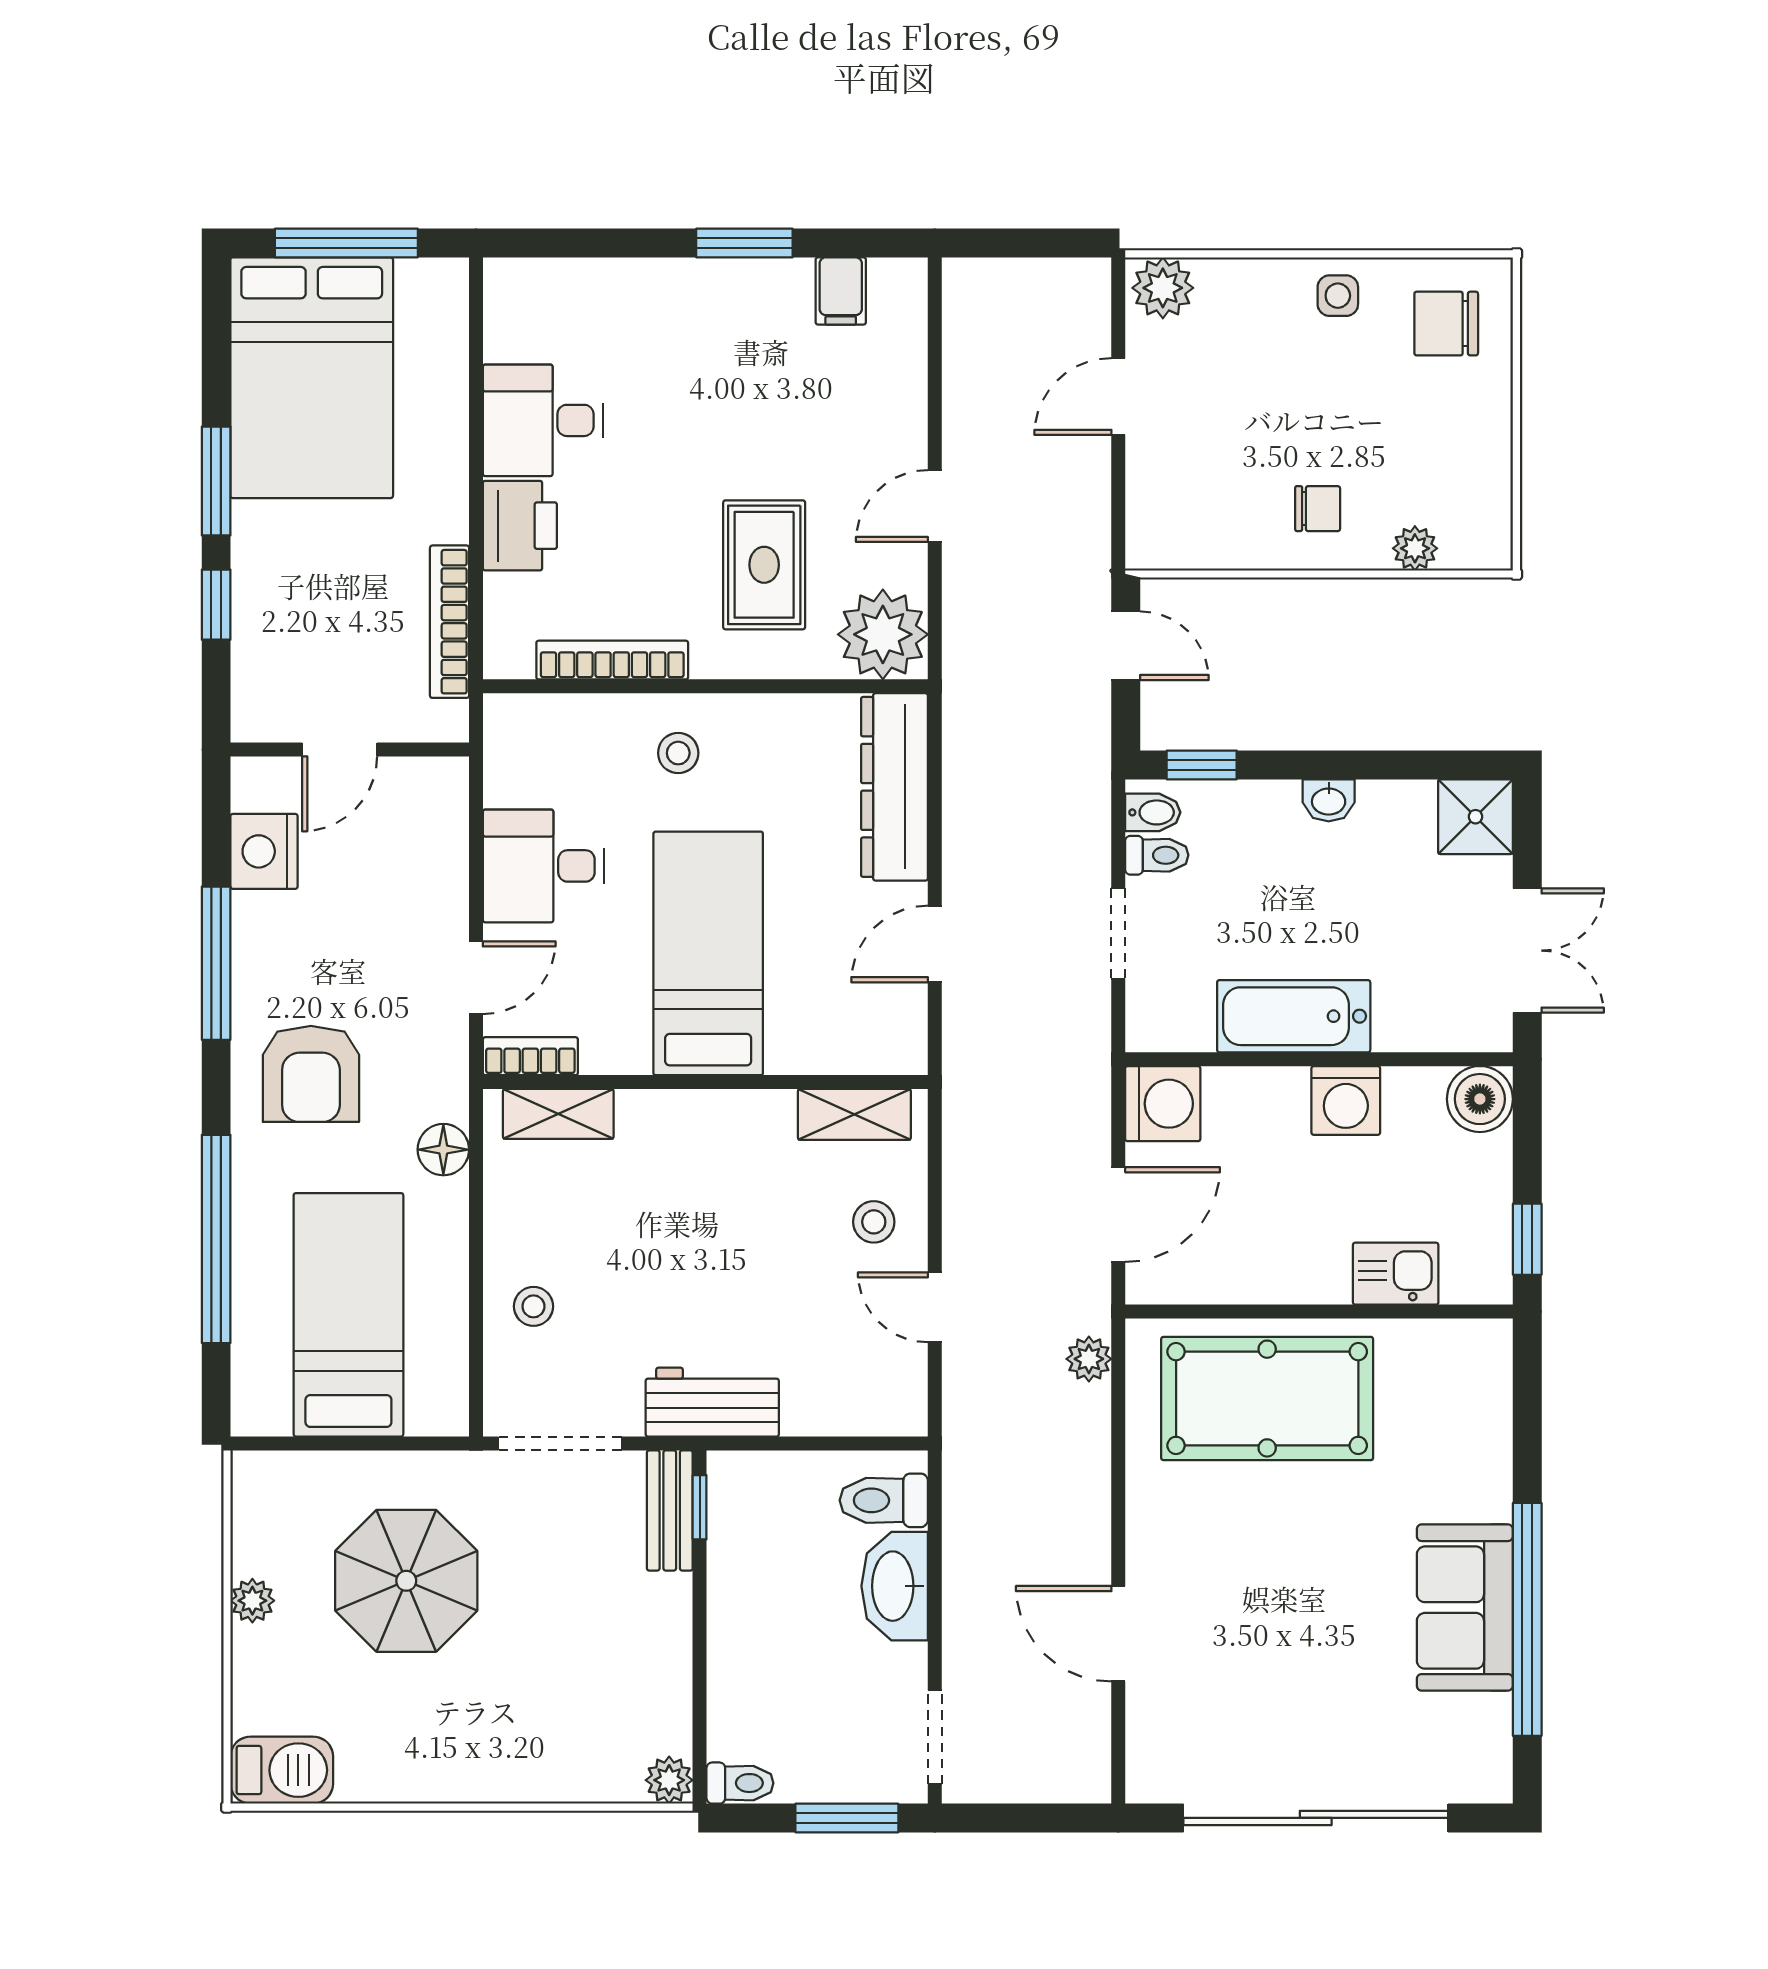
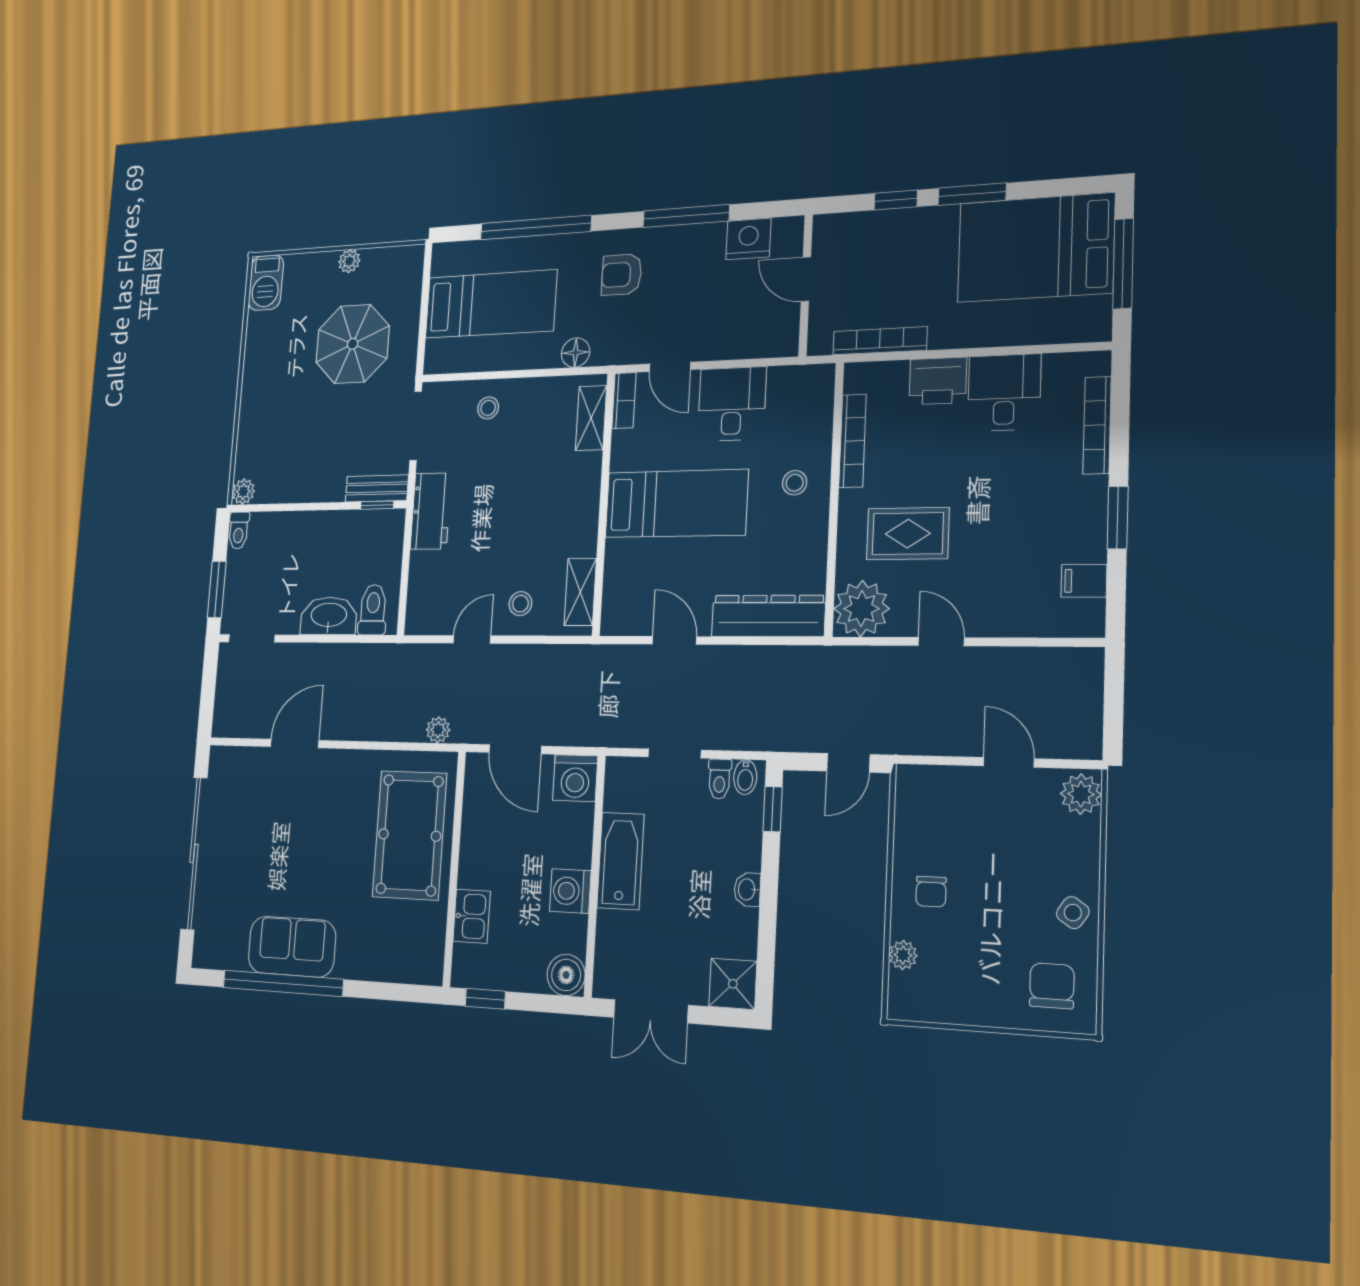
bookcase: (600, 277) -> (1097, 425), added
side table: (1338, 296) -> (1073, 913), turned 34
armchair: (311, 1074) -> (622, 275), width x0.72, depth x0.72

